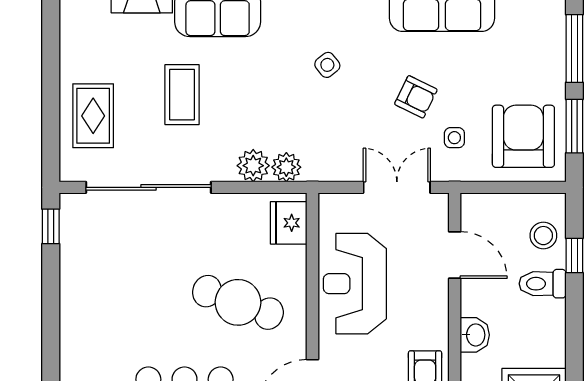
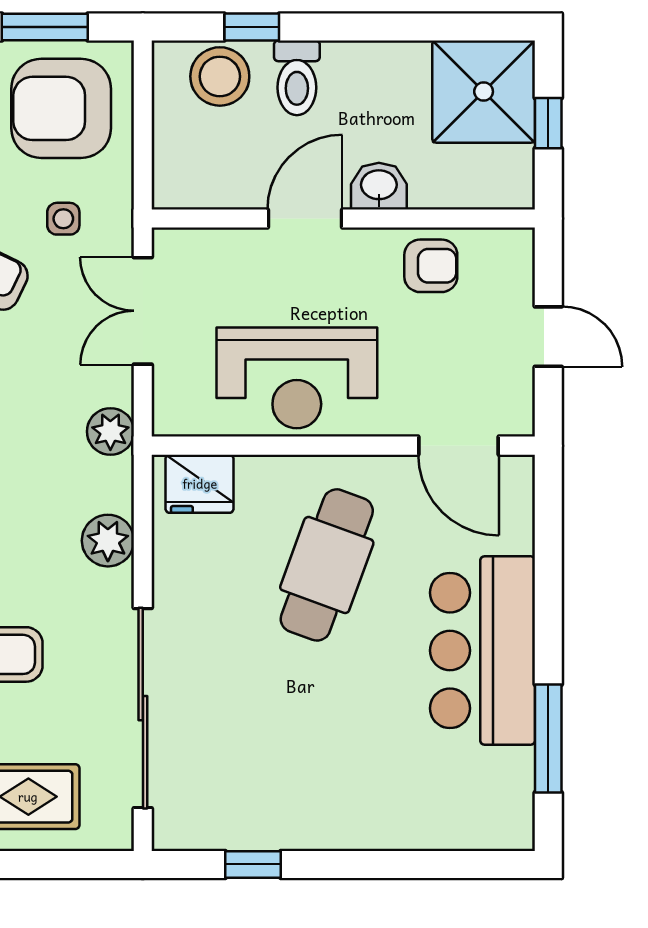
plant: (286, 167) -> (110, 431), moved
window: (51, 226) -> (253, 864), moved
stool: (543, 236) -> (220, 76), width x1.38, depth x1.38
door: (455, 255) -> (305, 218), moved

